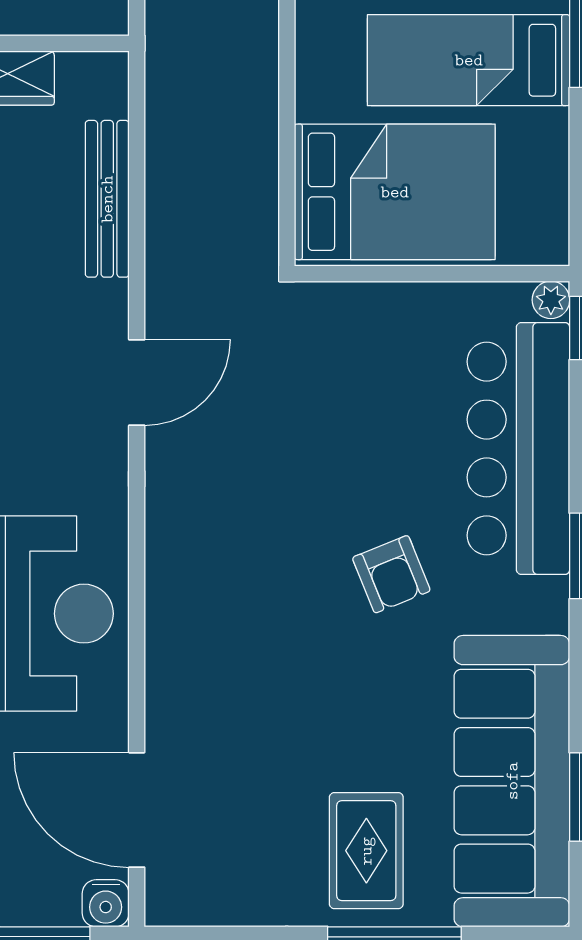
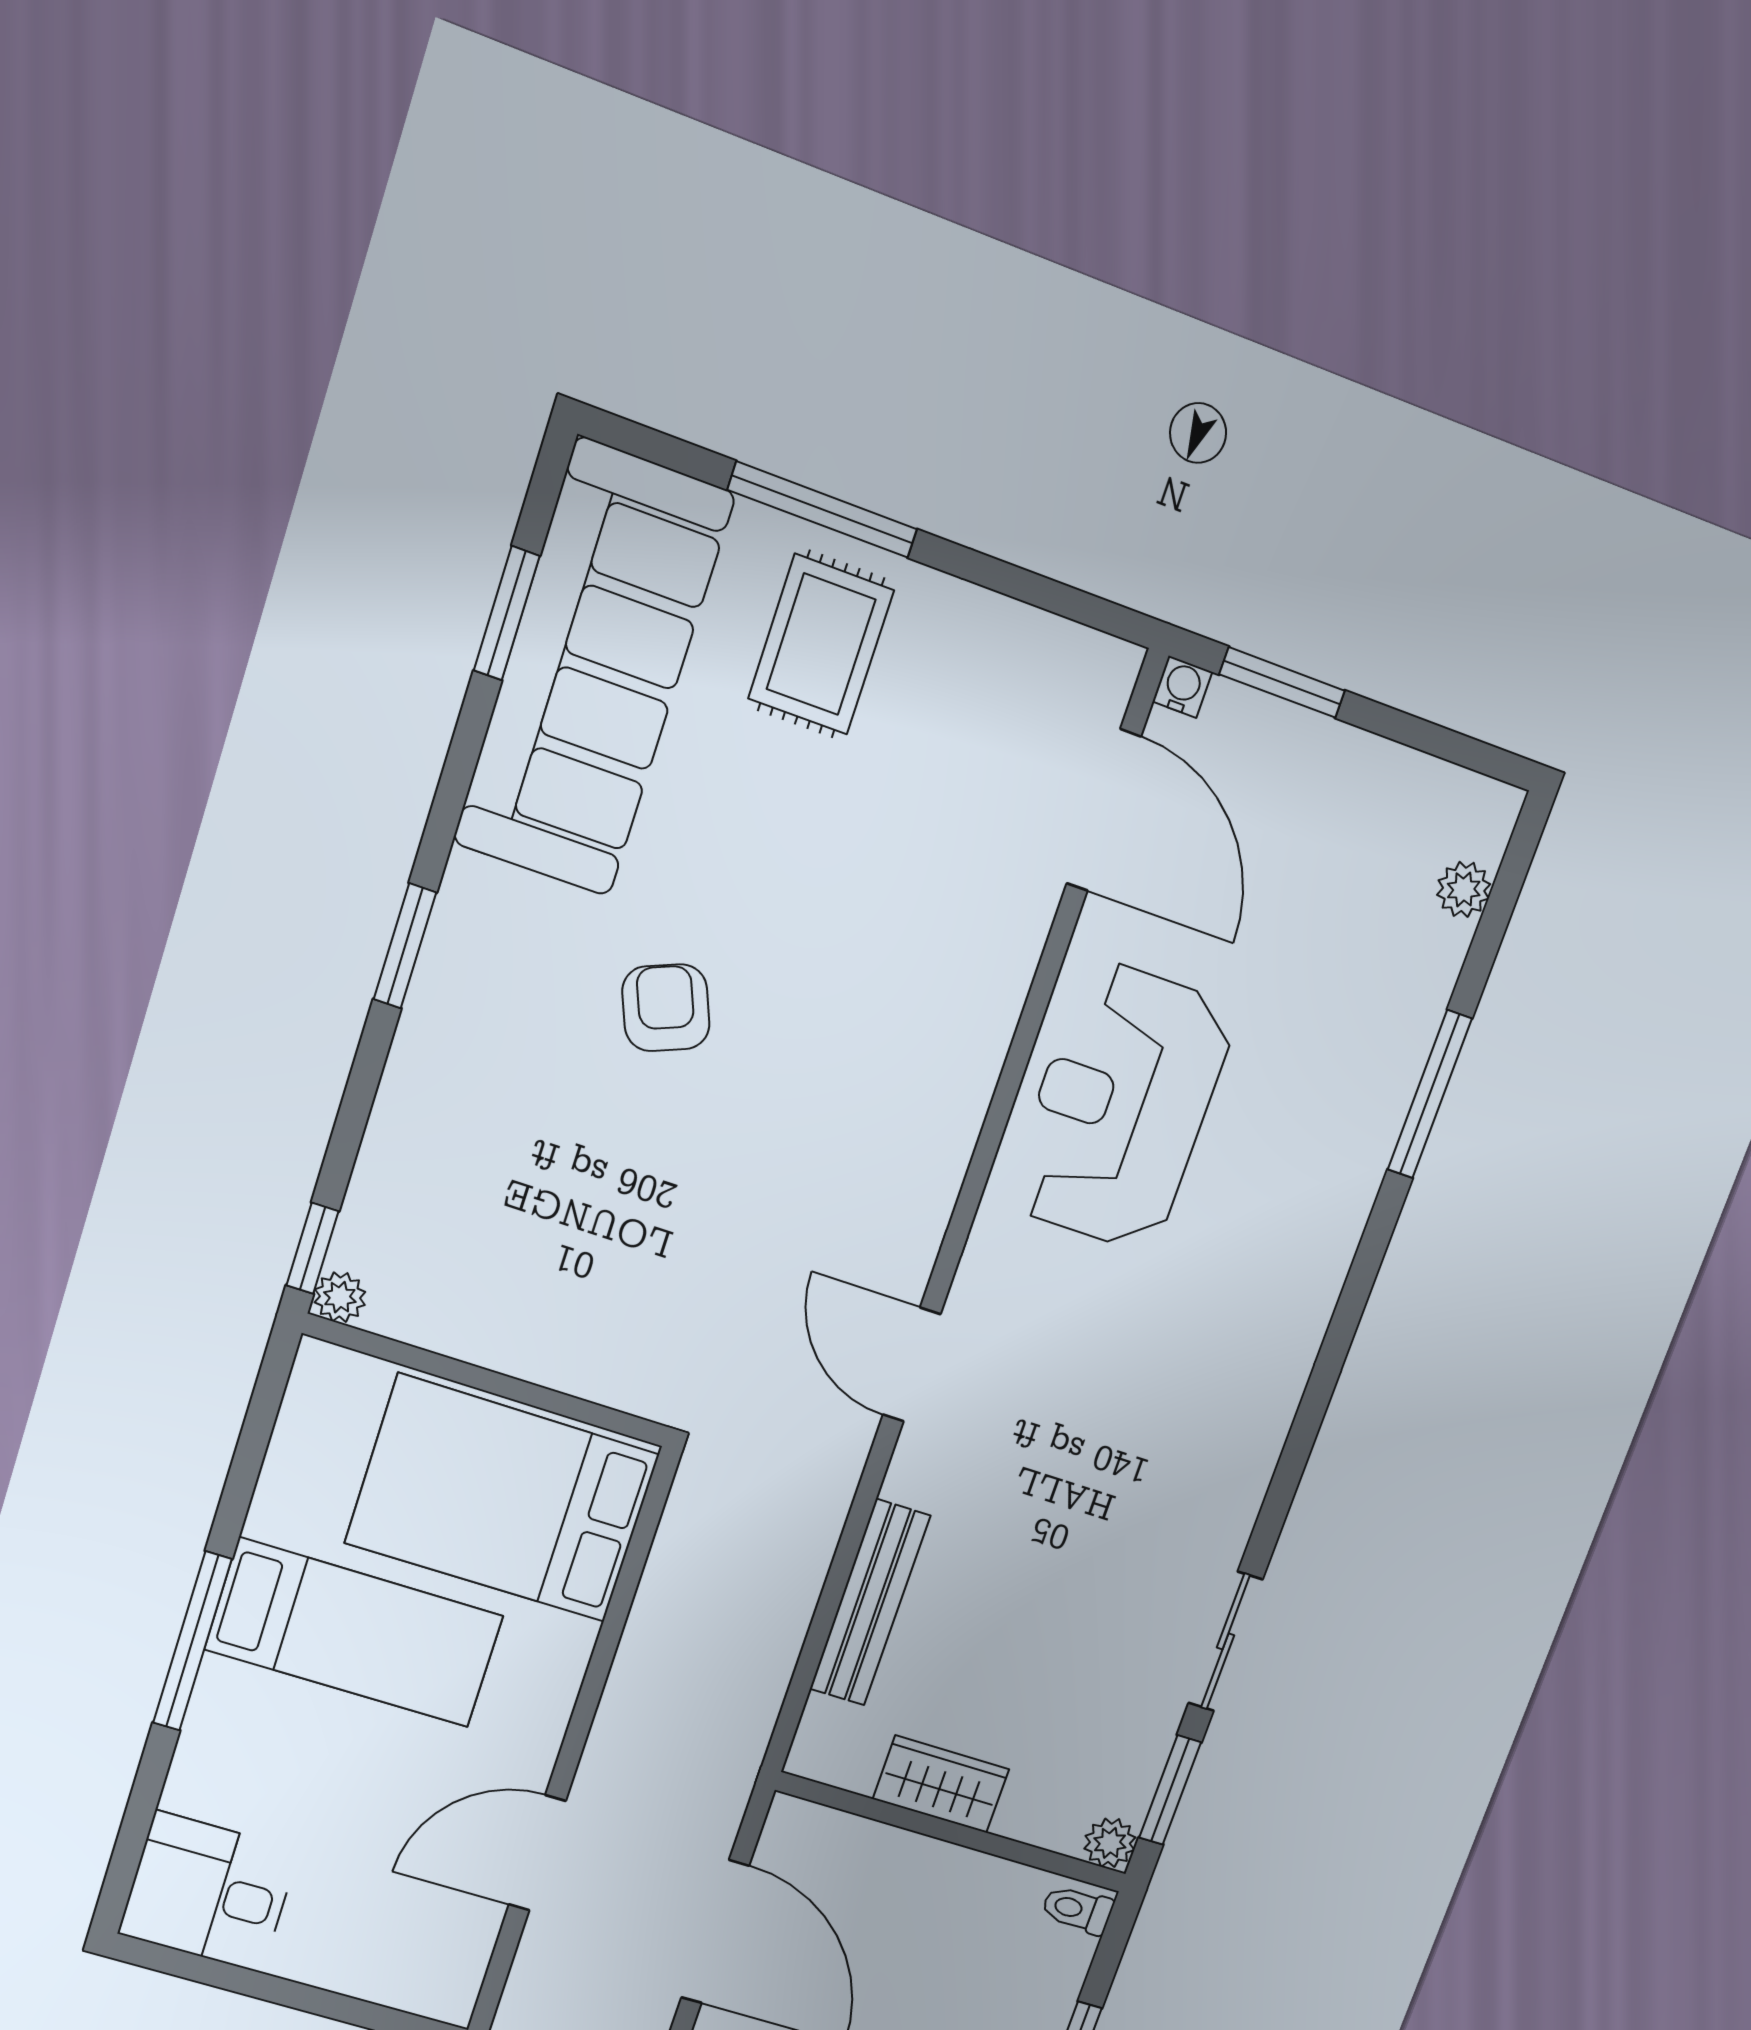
door: (137, 382) -> (912, 1365), hinge flipped
bar counter: (518, 448) -> (444, 1117), removed
water cooler: (106, 903) -> (1182, 687), width x0.72, depth x0.72

